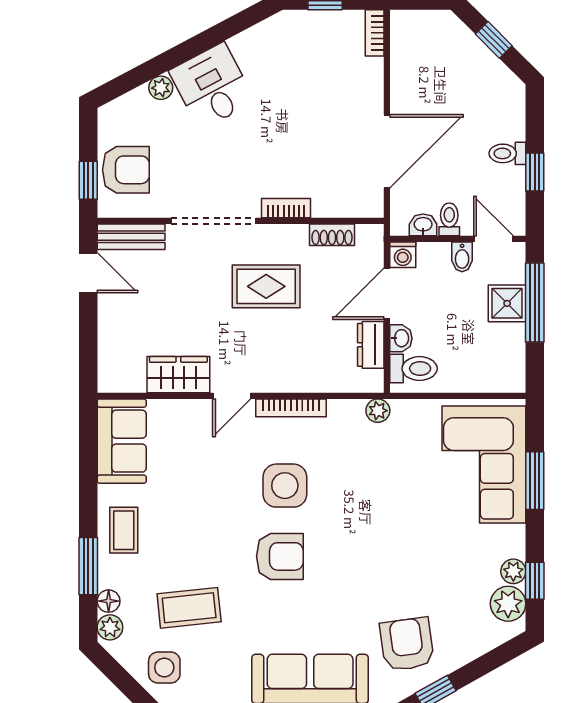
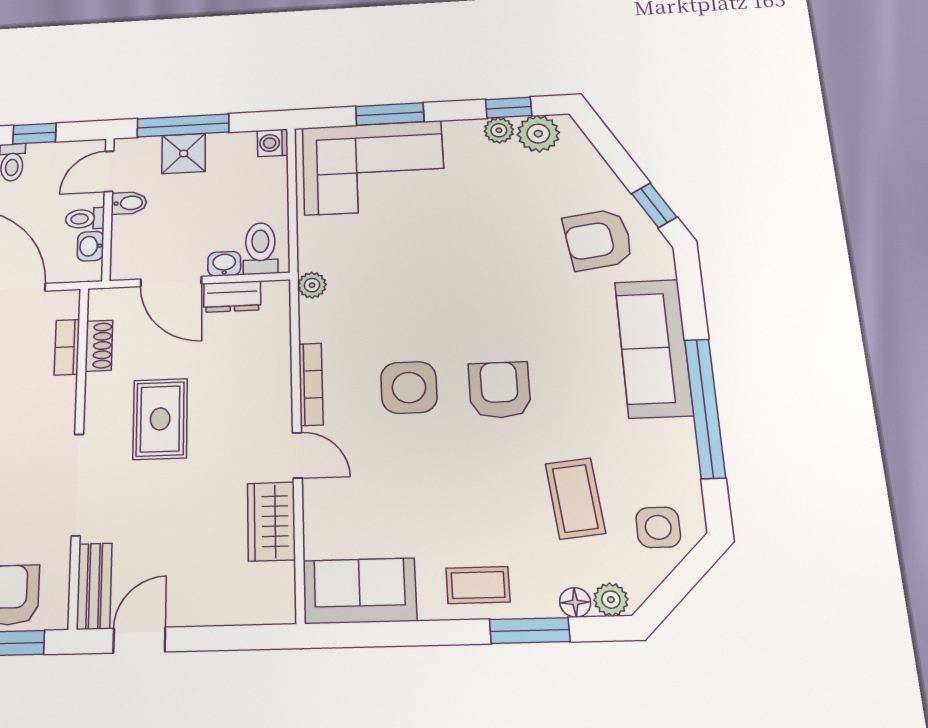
bookcase: (286, 208) -> (67, 347), moved
washing machine: (403, 255) -> (273, 143), moved, turned 180

